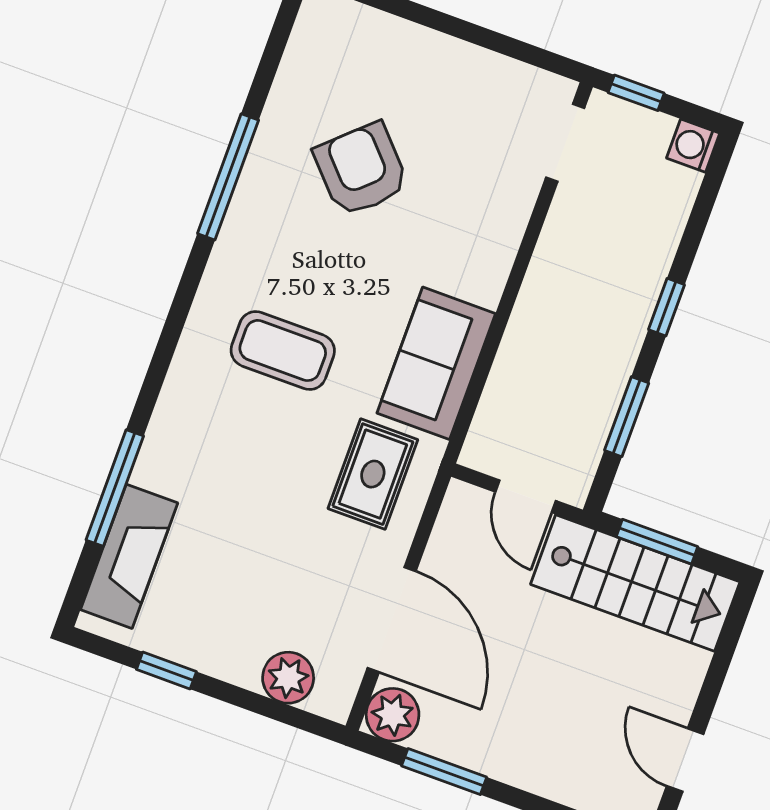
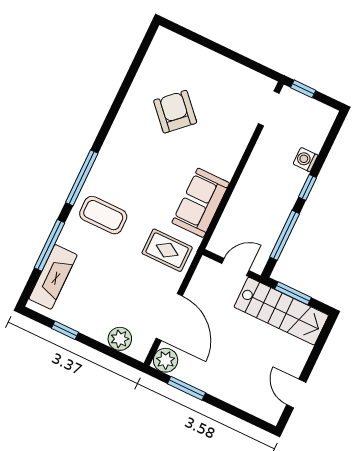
washing machine: (693, 146) -> (306, 160), moved
window: (228, 177) -> (82, 178), moved
coffee table: (283, 350) -> (103, 215), moved
window: (627, 417) -> (285, 235), width x1.44
rug: (373, 474) -> (167, 250), turned 90
door: (526, 496) -> (235, 267), swing flipped

